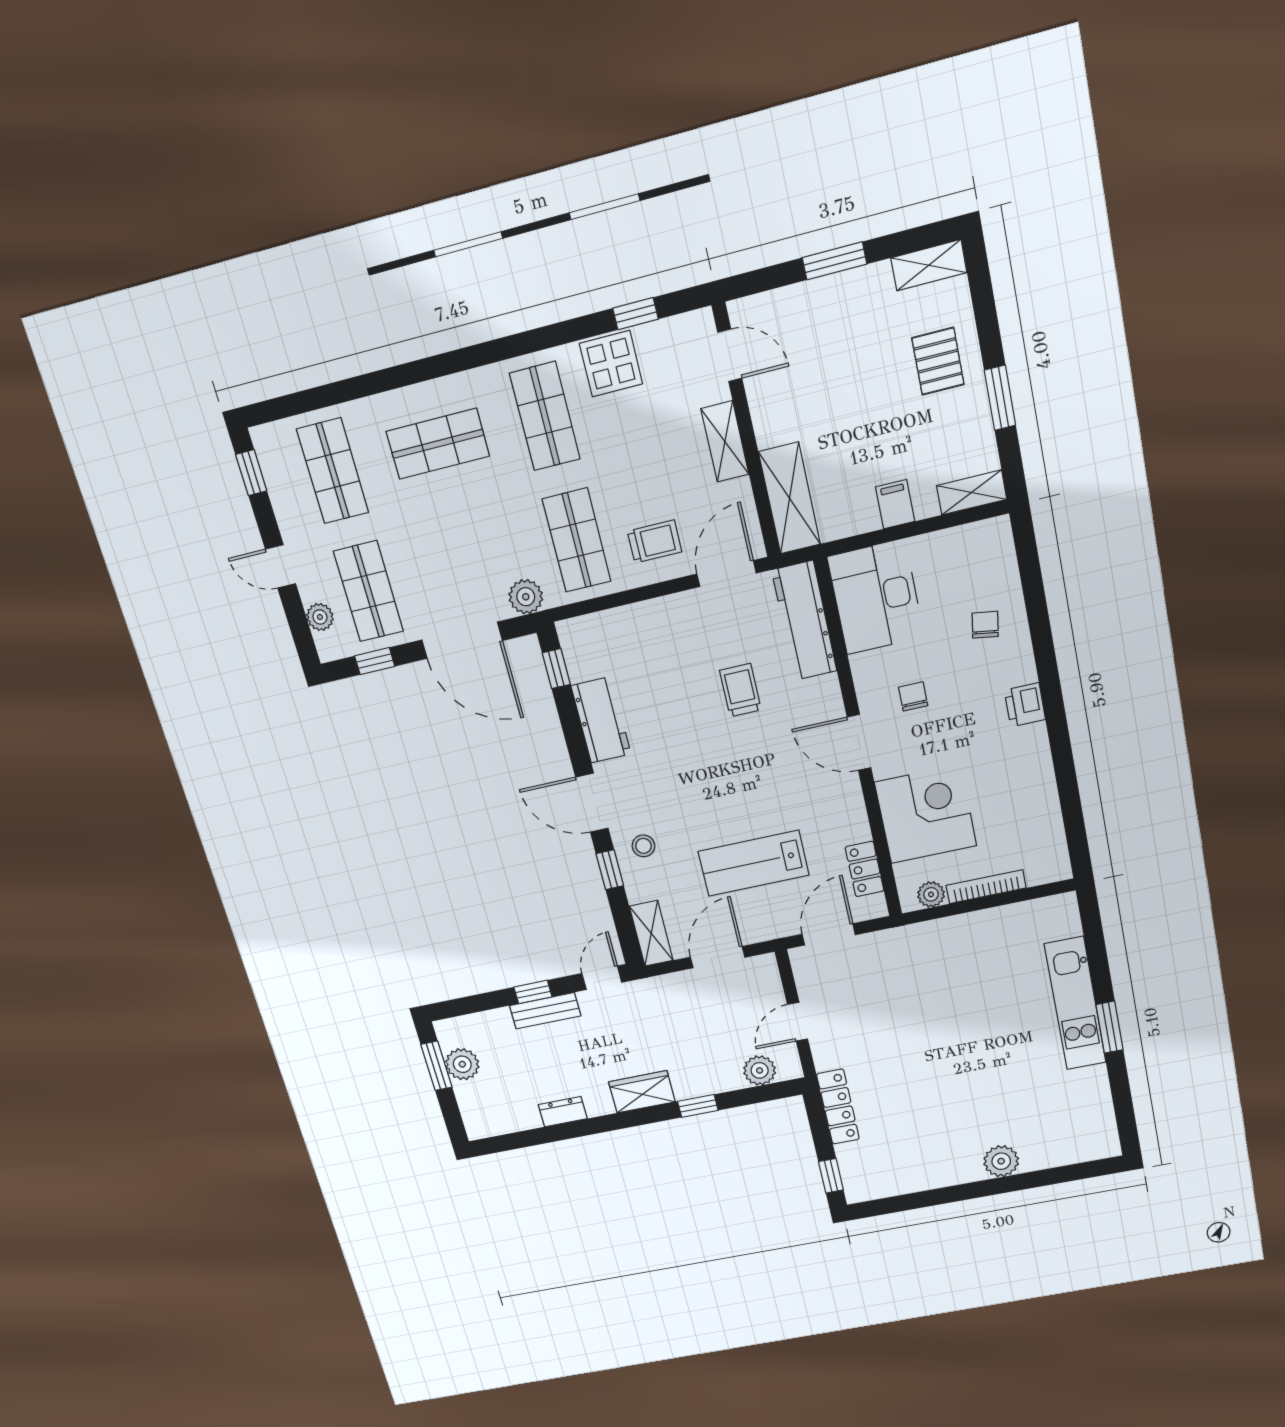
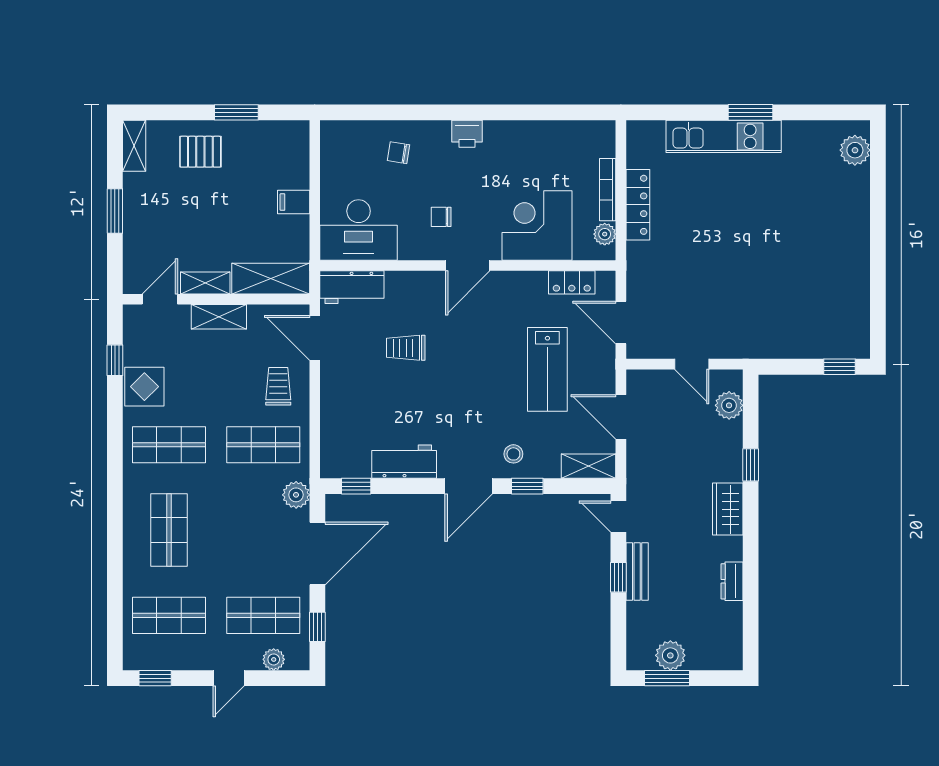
shelving: (972, 492) -> (205, 283), moved, turned 90
workbench: (804, 621) -> (352, 287), width x0.73
locker: (838, 1107) -> (638, 205), moved, turned 90
plant: (1001, 1161) -> (855, 150), moved

